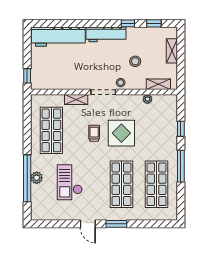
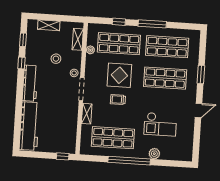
shop shelf: (157, 130) -> (119, 44), added
window: (27, 178) -> (129, 161), moved
window: (116, 224) -> (201, 75), moved

